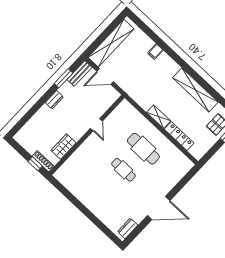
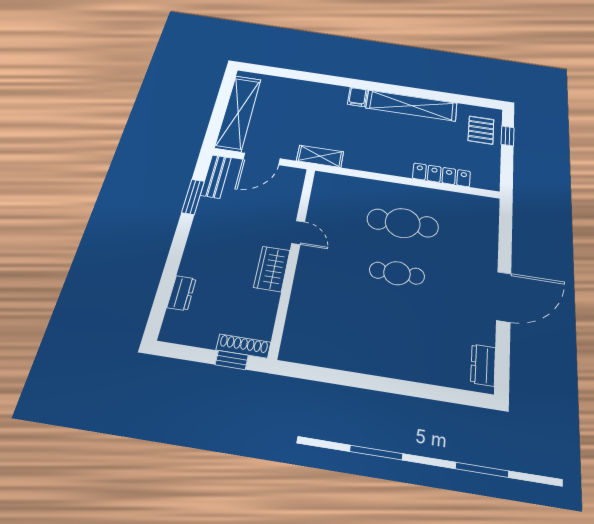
filing cabinet: (155, 52) -> (357, 97), moved
dresser: (54, 100) -> (182, 293), moved
shelving: (159, 117) -> (320, 156), moved
wardrobe: (64, 147) -> (272, 269), moved

